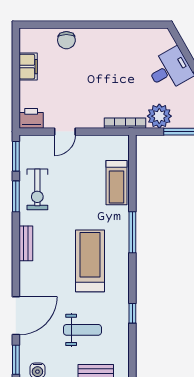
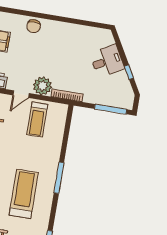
plant: (159, 116) -> (42, 86), moved
treadmill: (116, 183) -> (37, 120), moved

